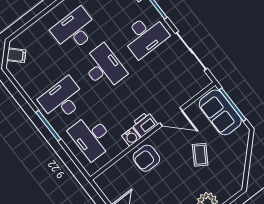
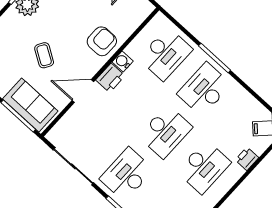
printer: (35, 31) -> (247, 159), added
desk: (104, 68) -> (165, 132), turned -90
desk: (62, 99) -> (204, 89), turned 180
desk: (91, 137) -> (166, 54), turned 90

